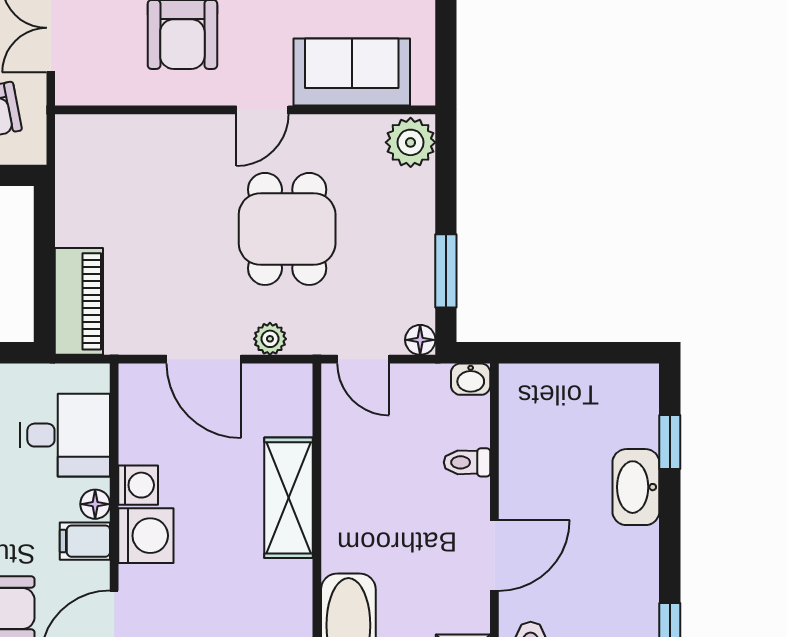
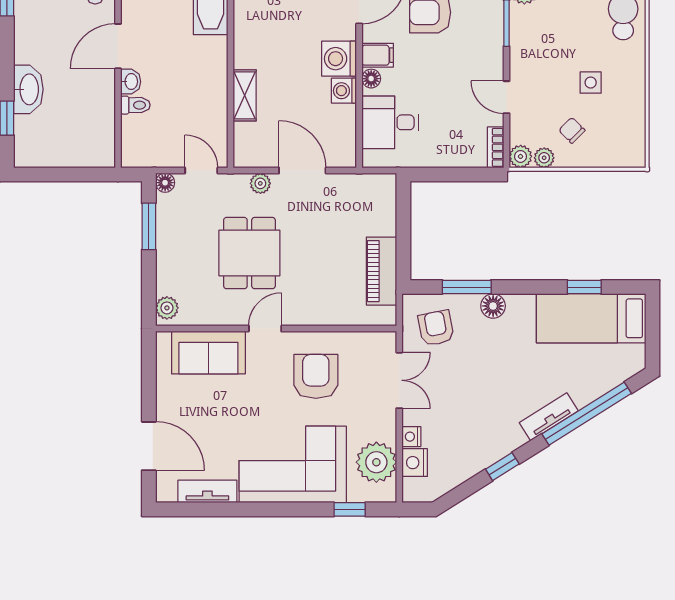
plant: (411, 142) -> (167, 308), width x0.73, depth x0.73
piano: (79, 301) -> (381, 271), moved
washbasin: (471, 379) -> (131, 82), moved, turned 90
shelving: (289, 498) -> (245, 95), width x0.67, depth x0.75

